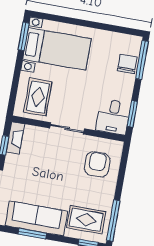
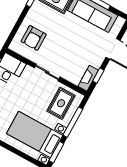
window: (16, 79) -> (73, 122), added

